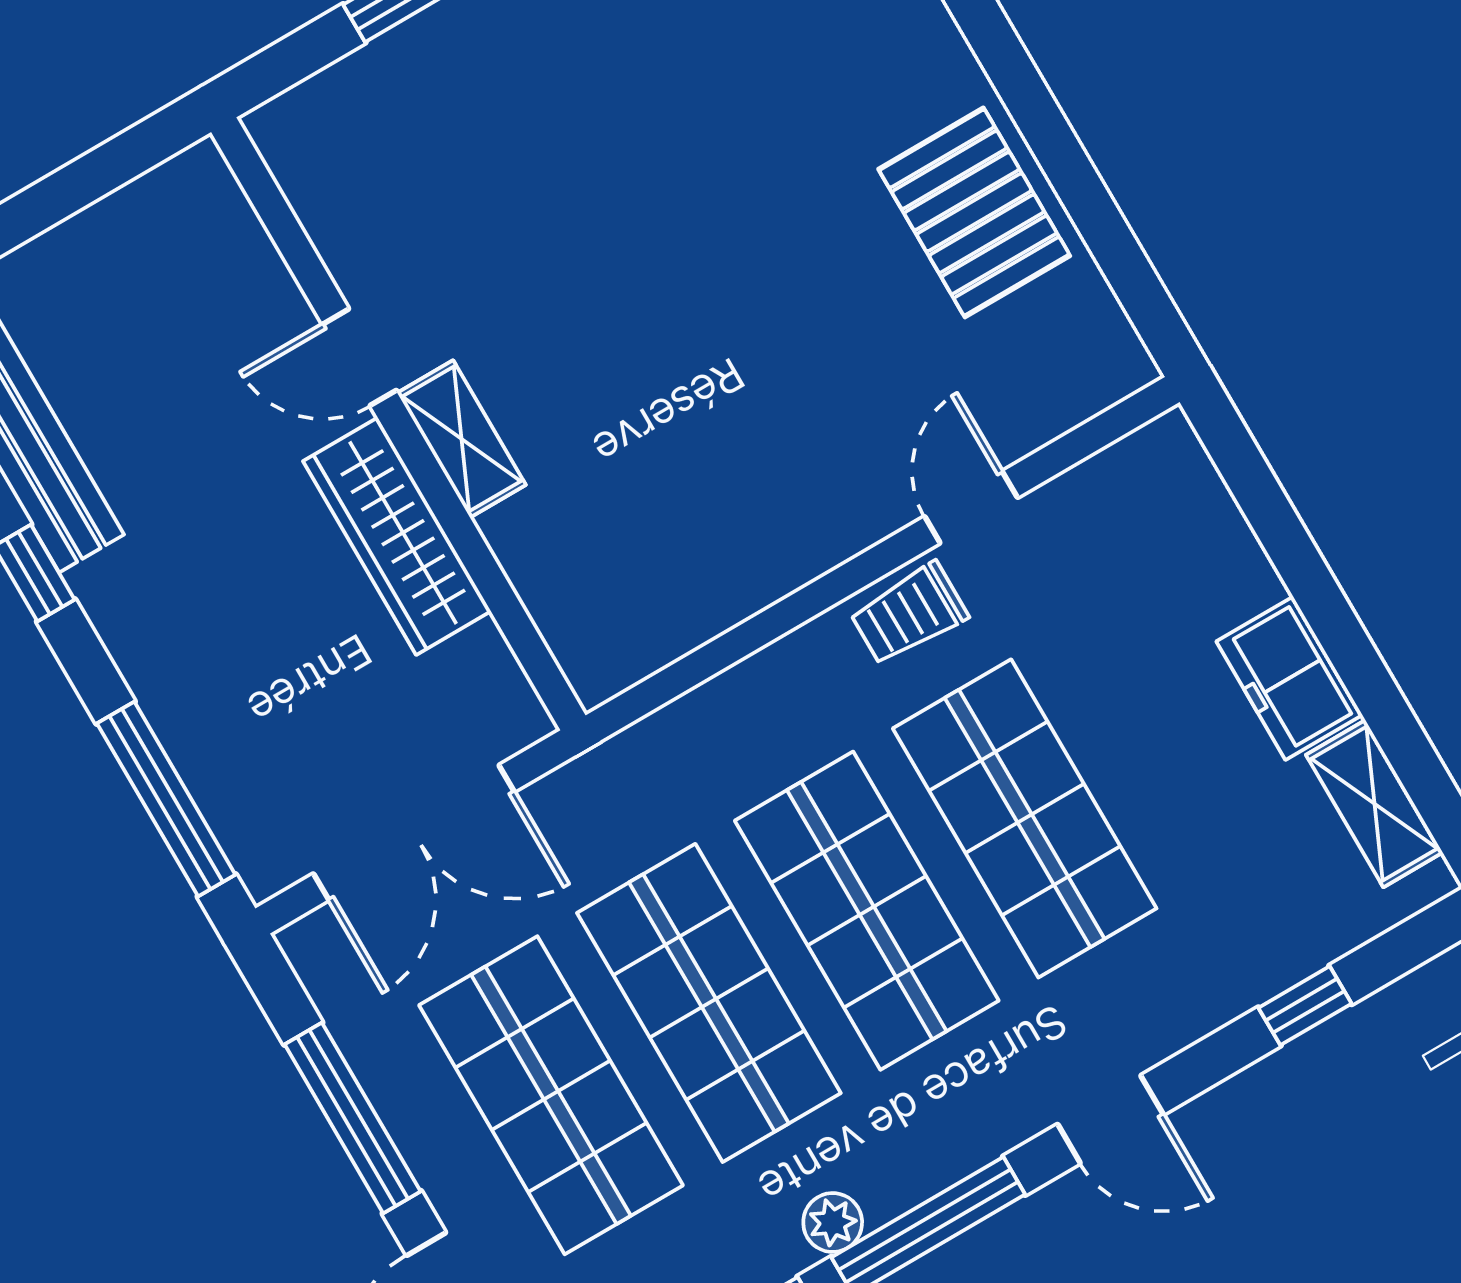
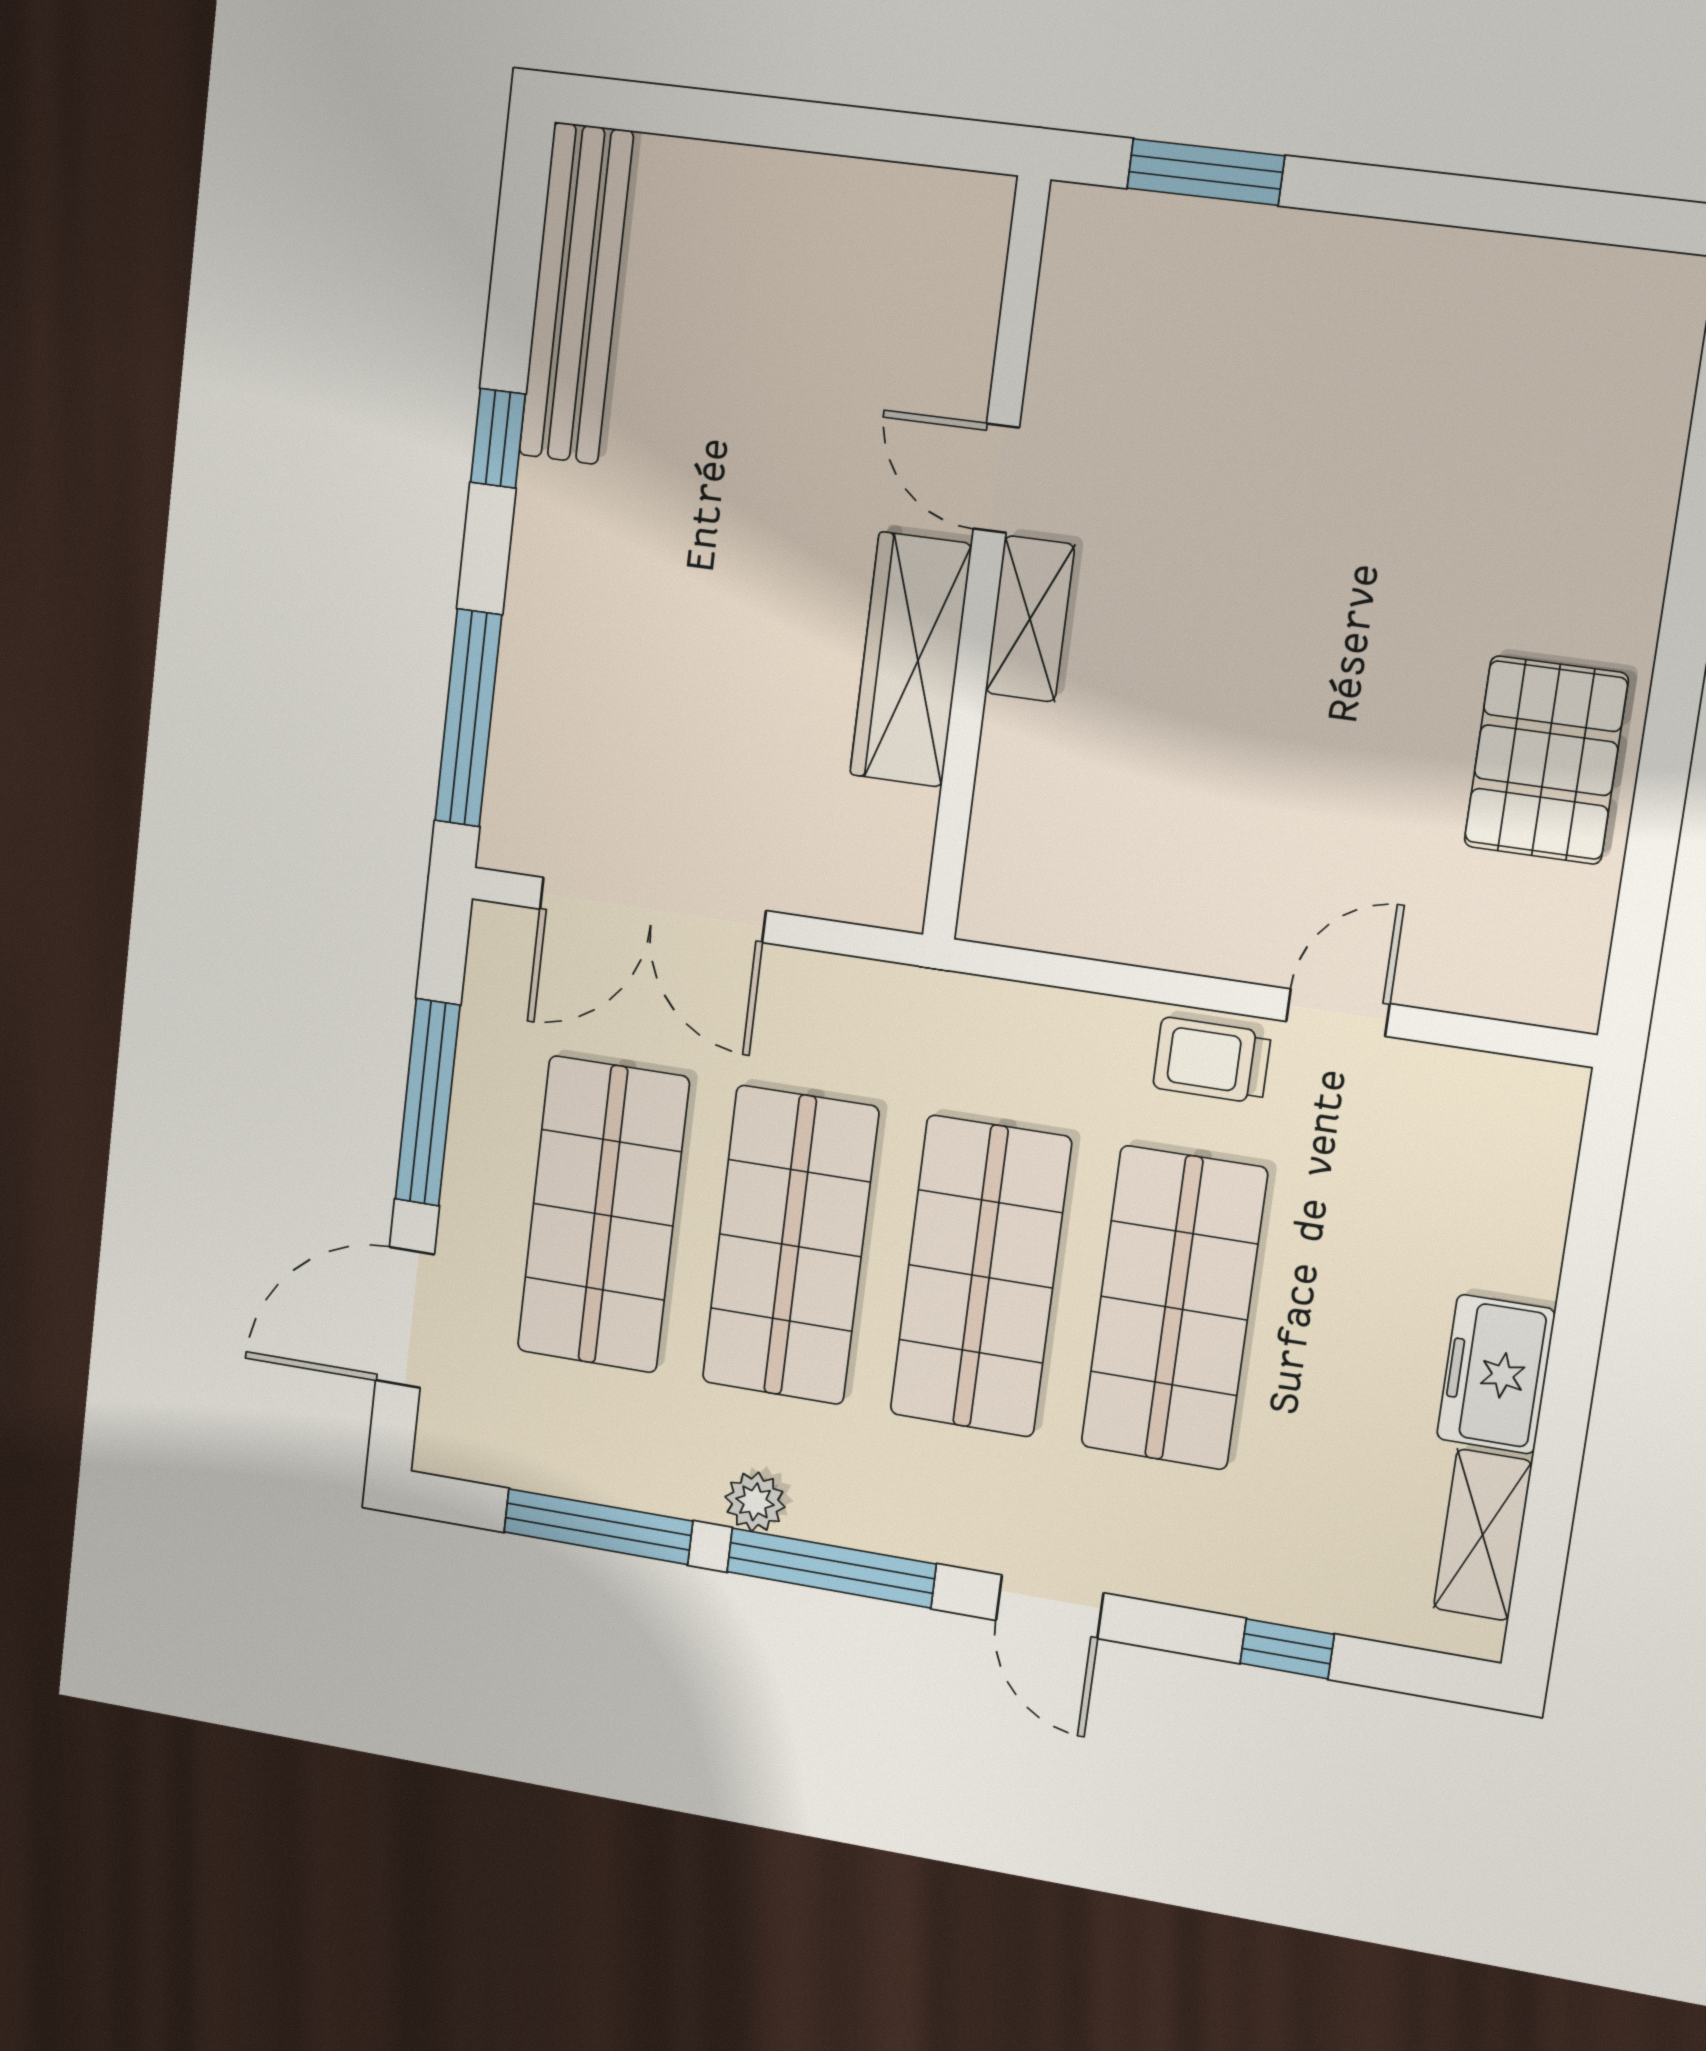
door: (359, 357) -> (996, 478), moved
wall: (398, 424) -> (986, 563), moved
shelving: (461, 439) -> (1030, 619), moved
wardrobe: (397, 536) -> (911, 660), moved

